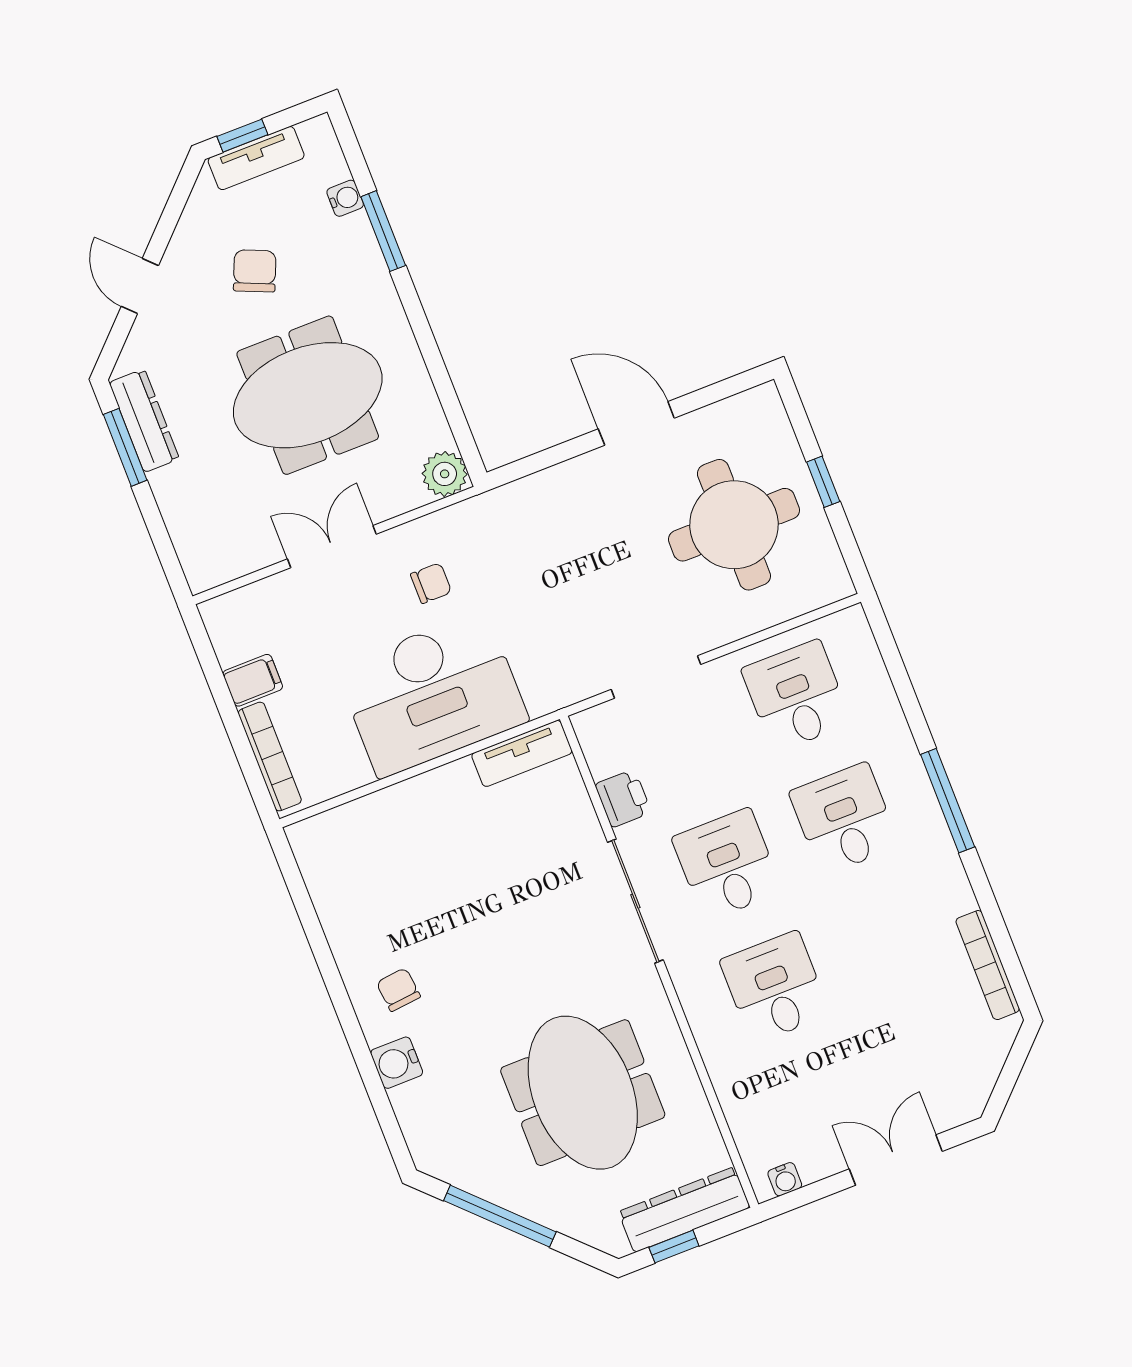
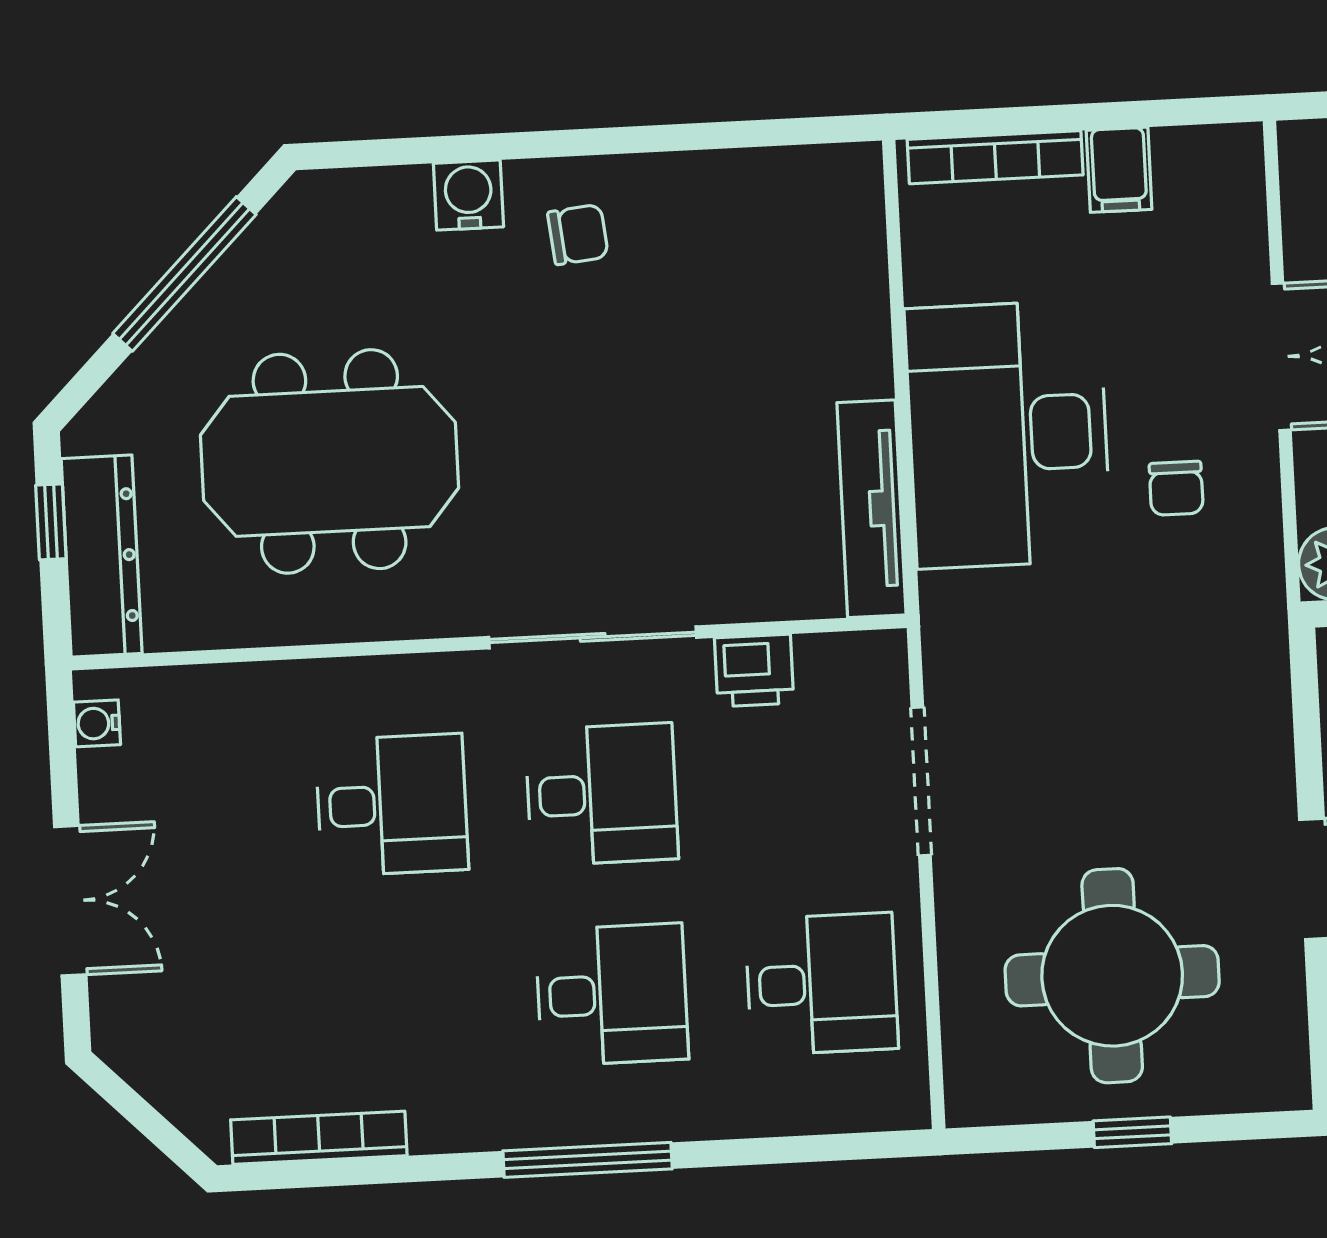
tv unit: (522, 753) -> (871, 509), width x1.41

